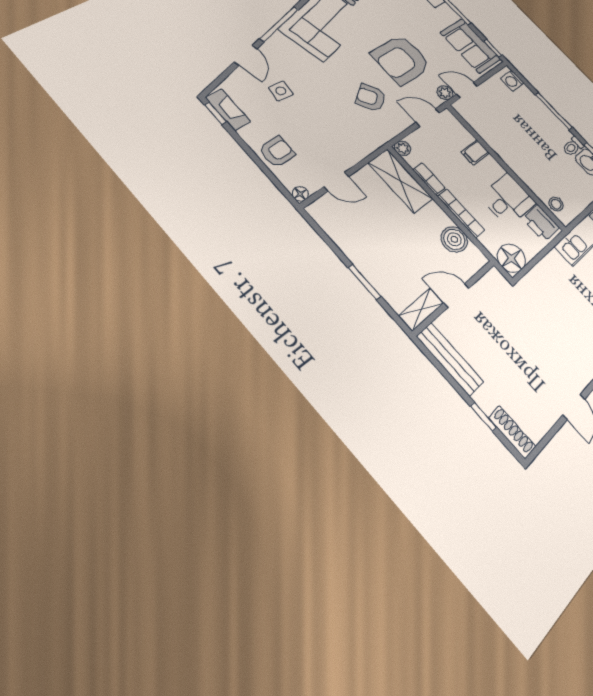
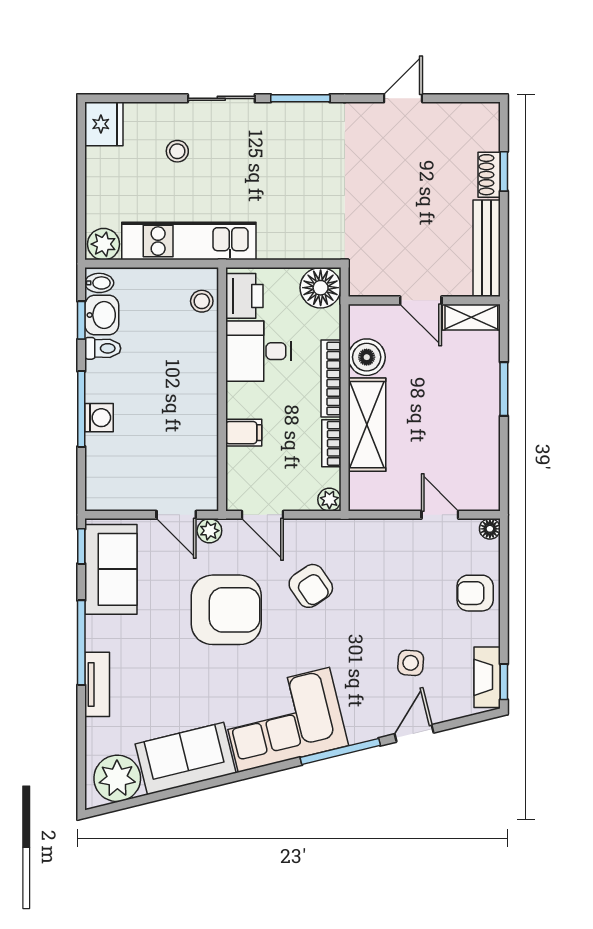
washing machine: (512, 81) -> (99, 418), moved
shelving: (401, 181) -> (367, 425), moved
shoe rack: (512, 432) -> (489, 175), moved, width x0.70

